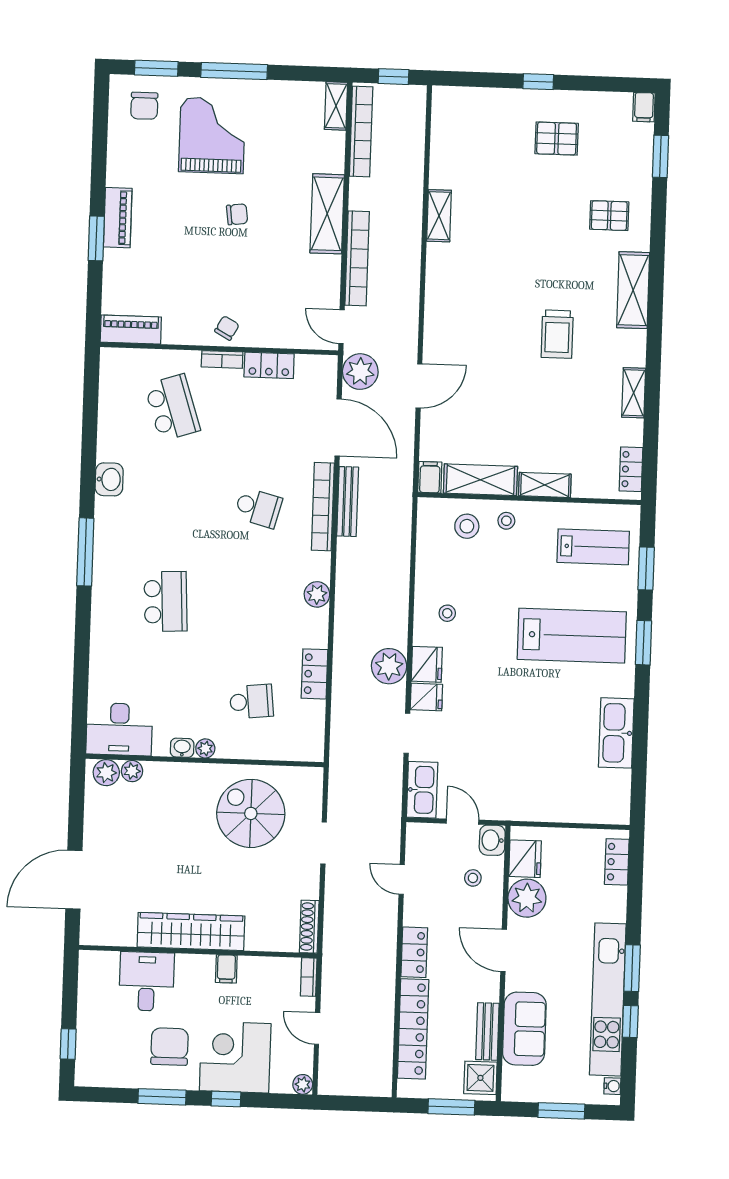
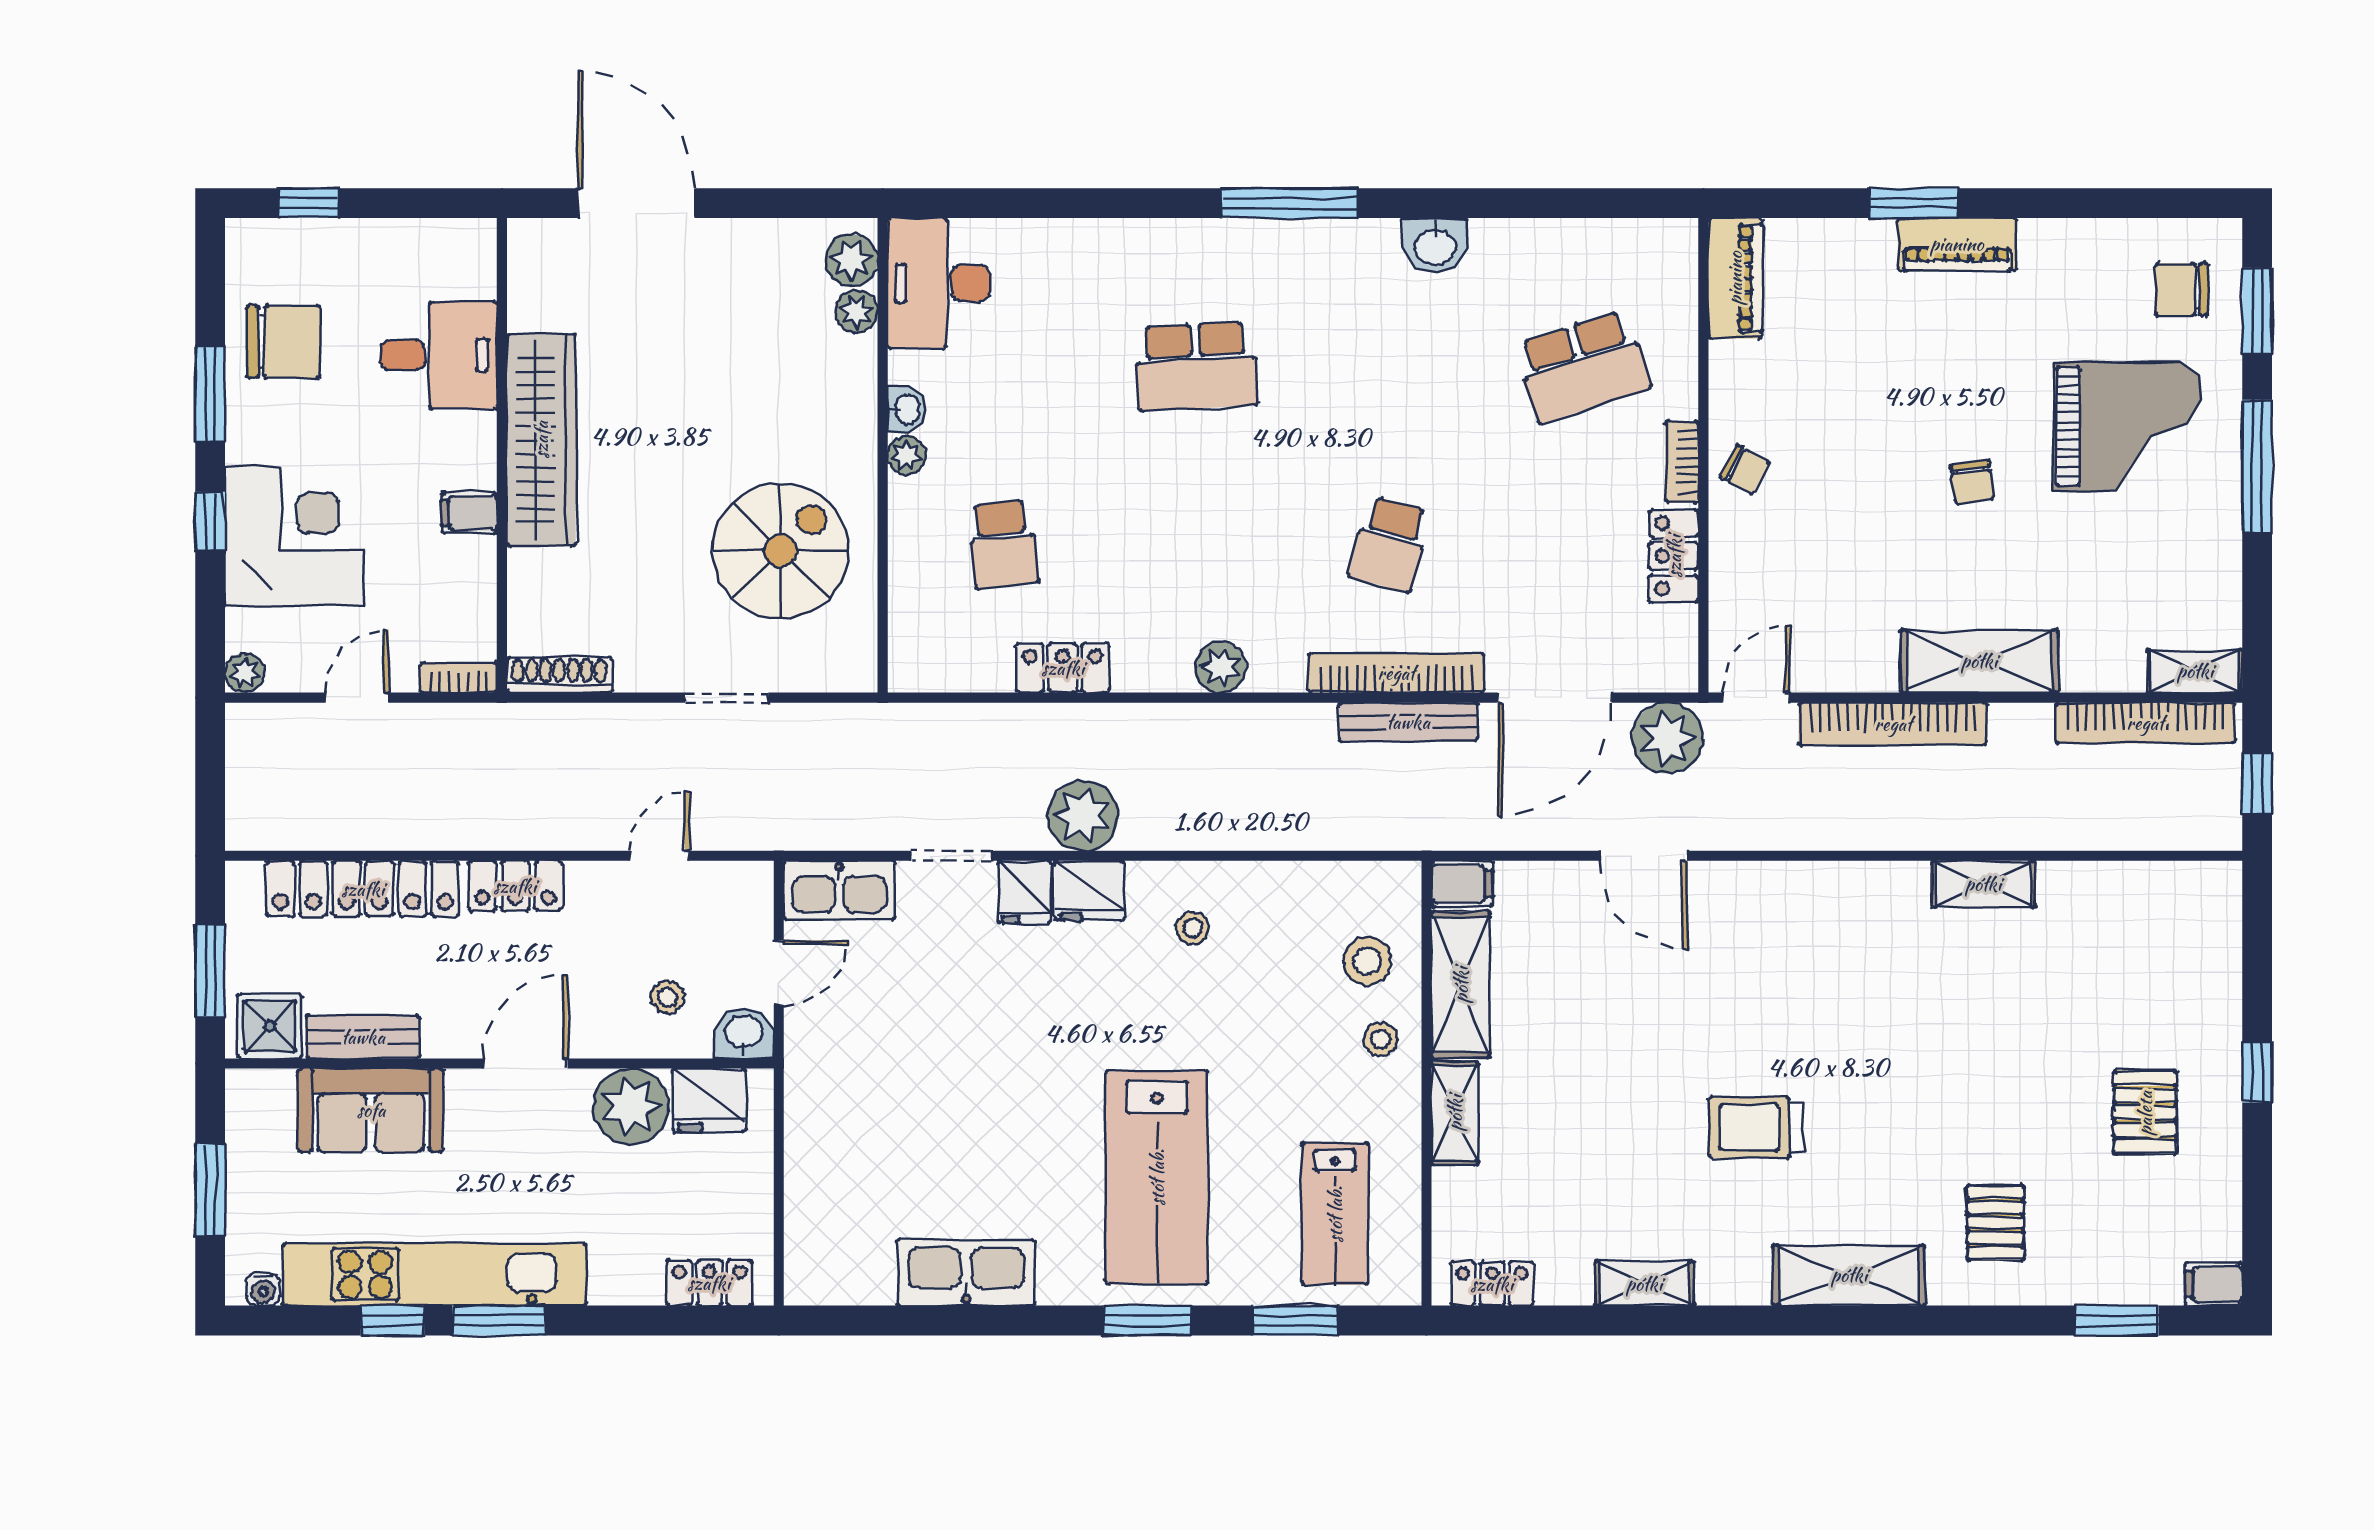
chair: (170, 1047) -> (283, 342), moved

